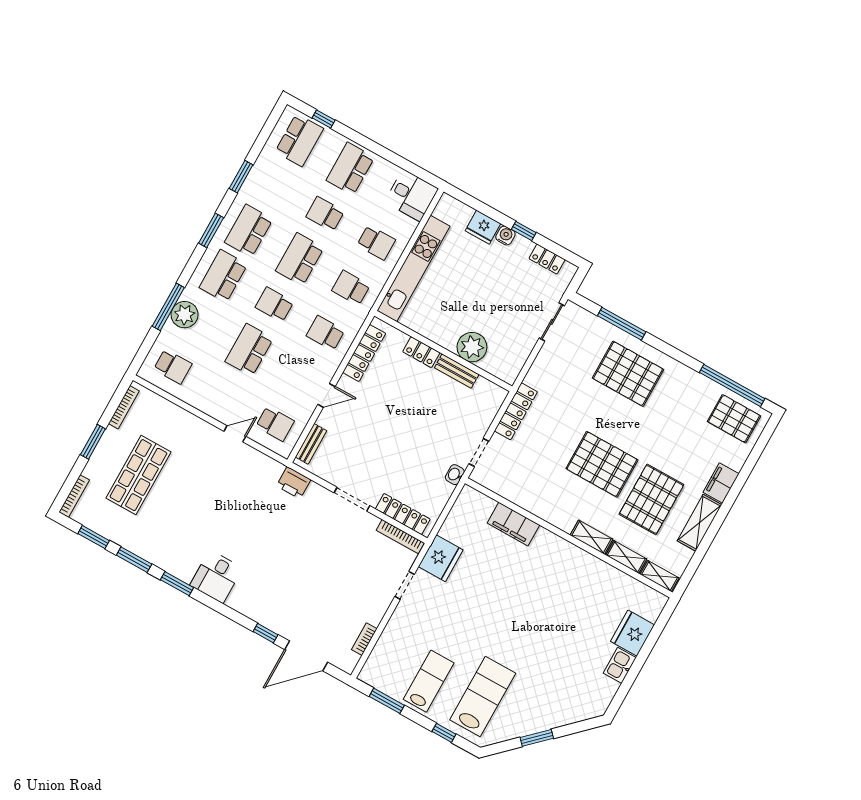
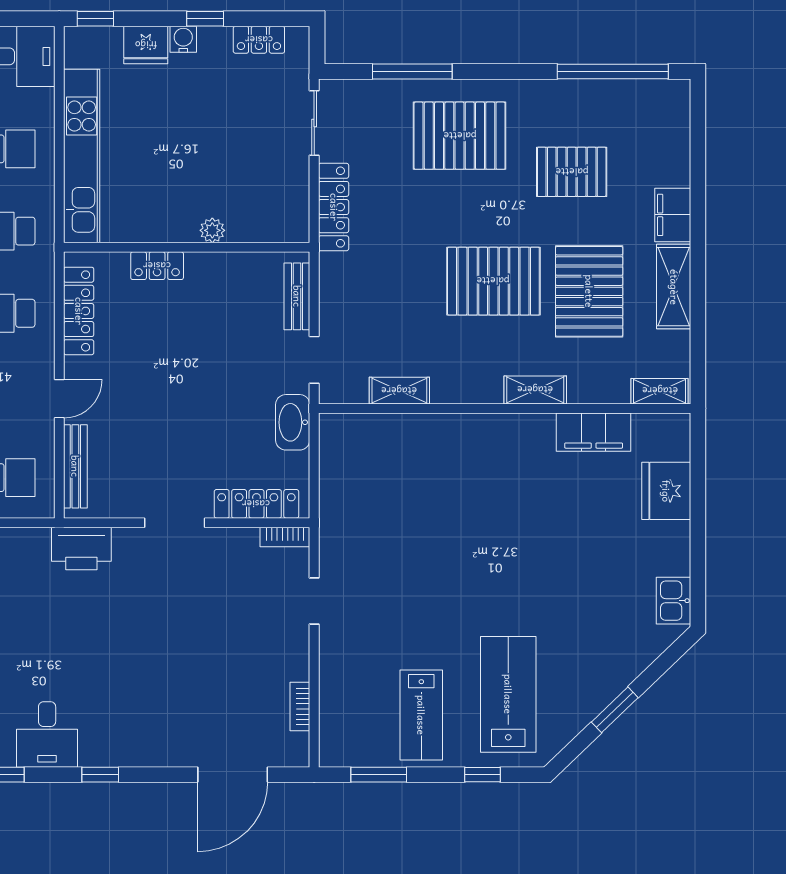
window: (463, 197) -> (95, 19), added
plant: (472, 347) -> (212, 230), width x0.53, depth x0.53
bench: (457, 371) -> (297, 296), moved, turned 90
locker: (516, 411) -> (334, 207), moved
pallet: (734, 419) -> (572, 172), moved
bench: (311, 444) -> (75, 466), width x1.36
washbasin: (455, 475) -> (293, 422), width x1.91, depth x1.45
printer: (294, 483) -> (81, 548), width x1.37, depth x1.19
filing cabinet: (513, 524) -> (594, 432), moved
bookcase: (401, 537) -> (285, 537), width x0.64
shelving: (626, 557) -> (399, 391), moved
fridge: (441, 558) -> (343, 536), removed
window: (266, 633) -> (100, 775), moved
kitchen sink: (620, 665) -> (673, 601), moved
lab bench: (429, 681) -> (421, 715), turned 180

